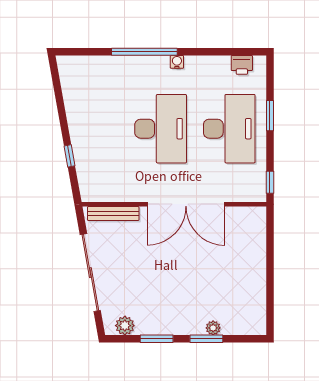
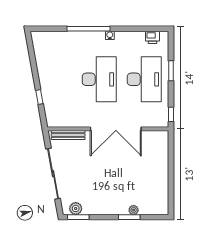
window: (157, 339) -> (78, 217), moved

